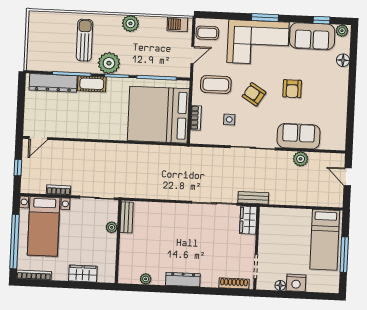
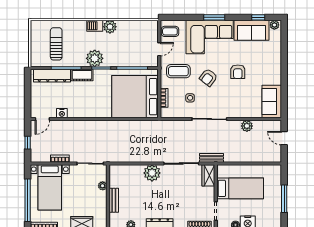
barbecue: (177, 24) -> (95, 26), moved
sun lounger: (85, 40) -> (56, 44), moved
floor lamp: (343, 60) -> (276, 48), removed
armchair: (254, 94) -> (208, 77), turned -84
nightstand: (64, 132) -> (62, 113), added
sofa: (299, 136) -> (272, 101), moved, turned -90
plant: (176, 214) -> (152, 173), added
bench: (127, 217) -> (114, 200), moved
bed: (325, 240) -> (240, 188), moved, turned -90

